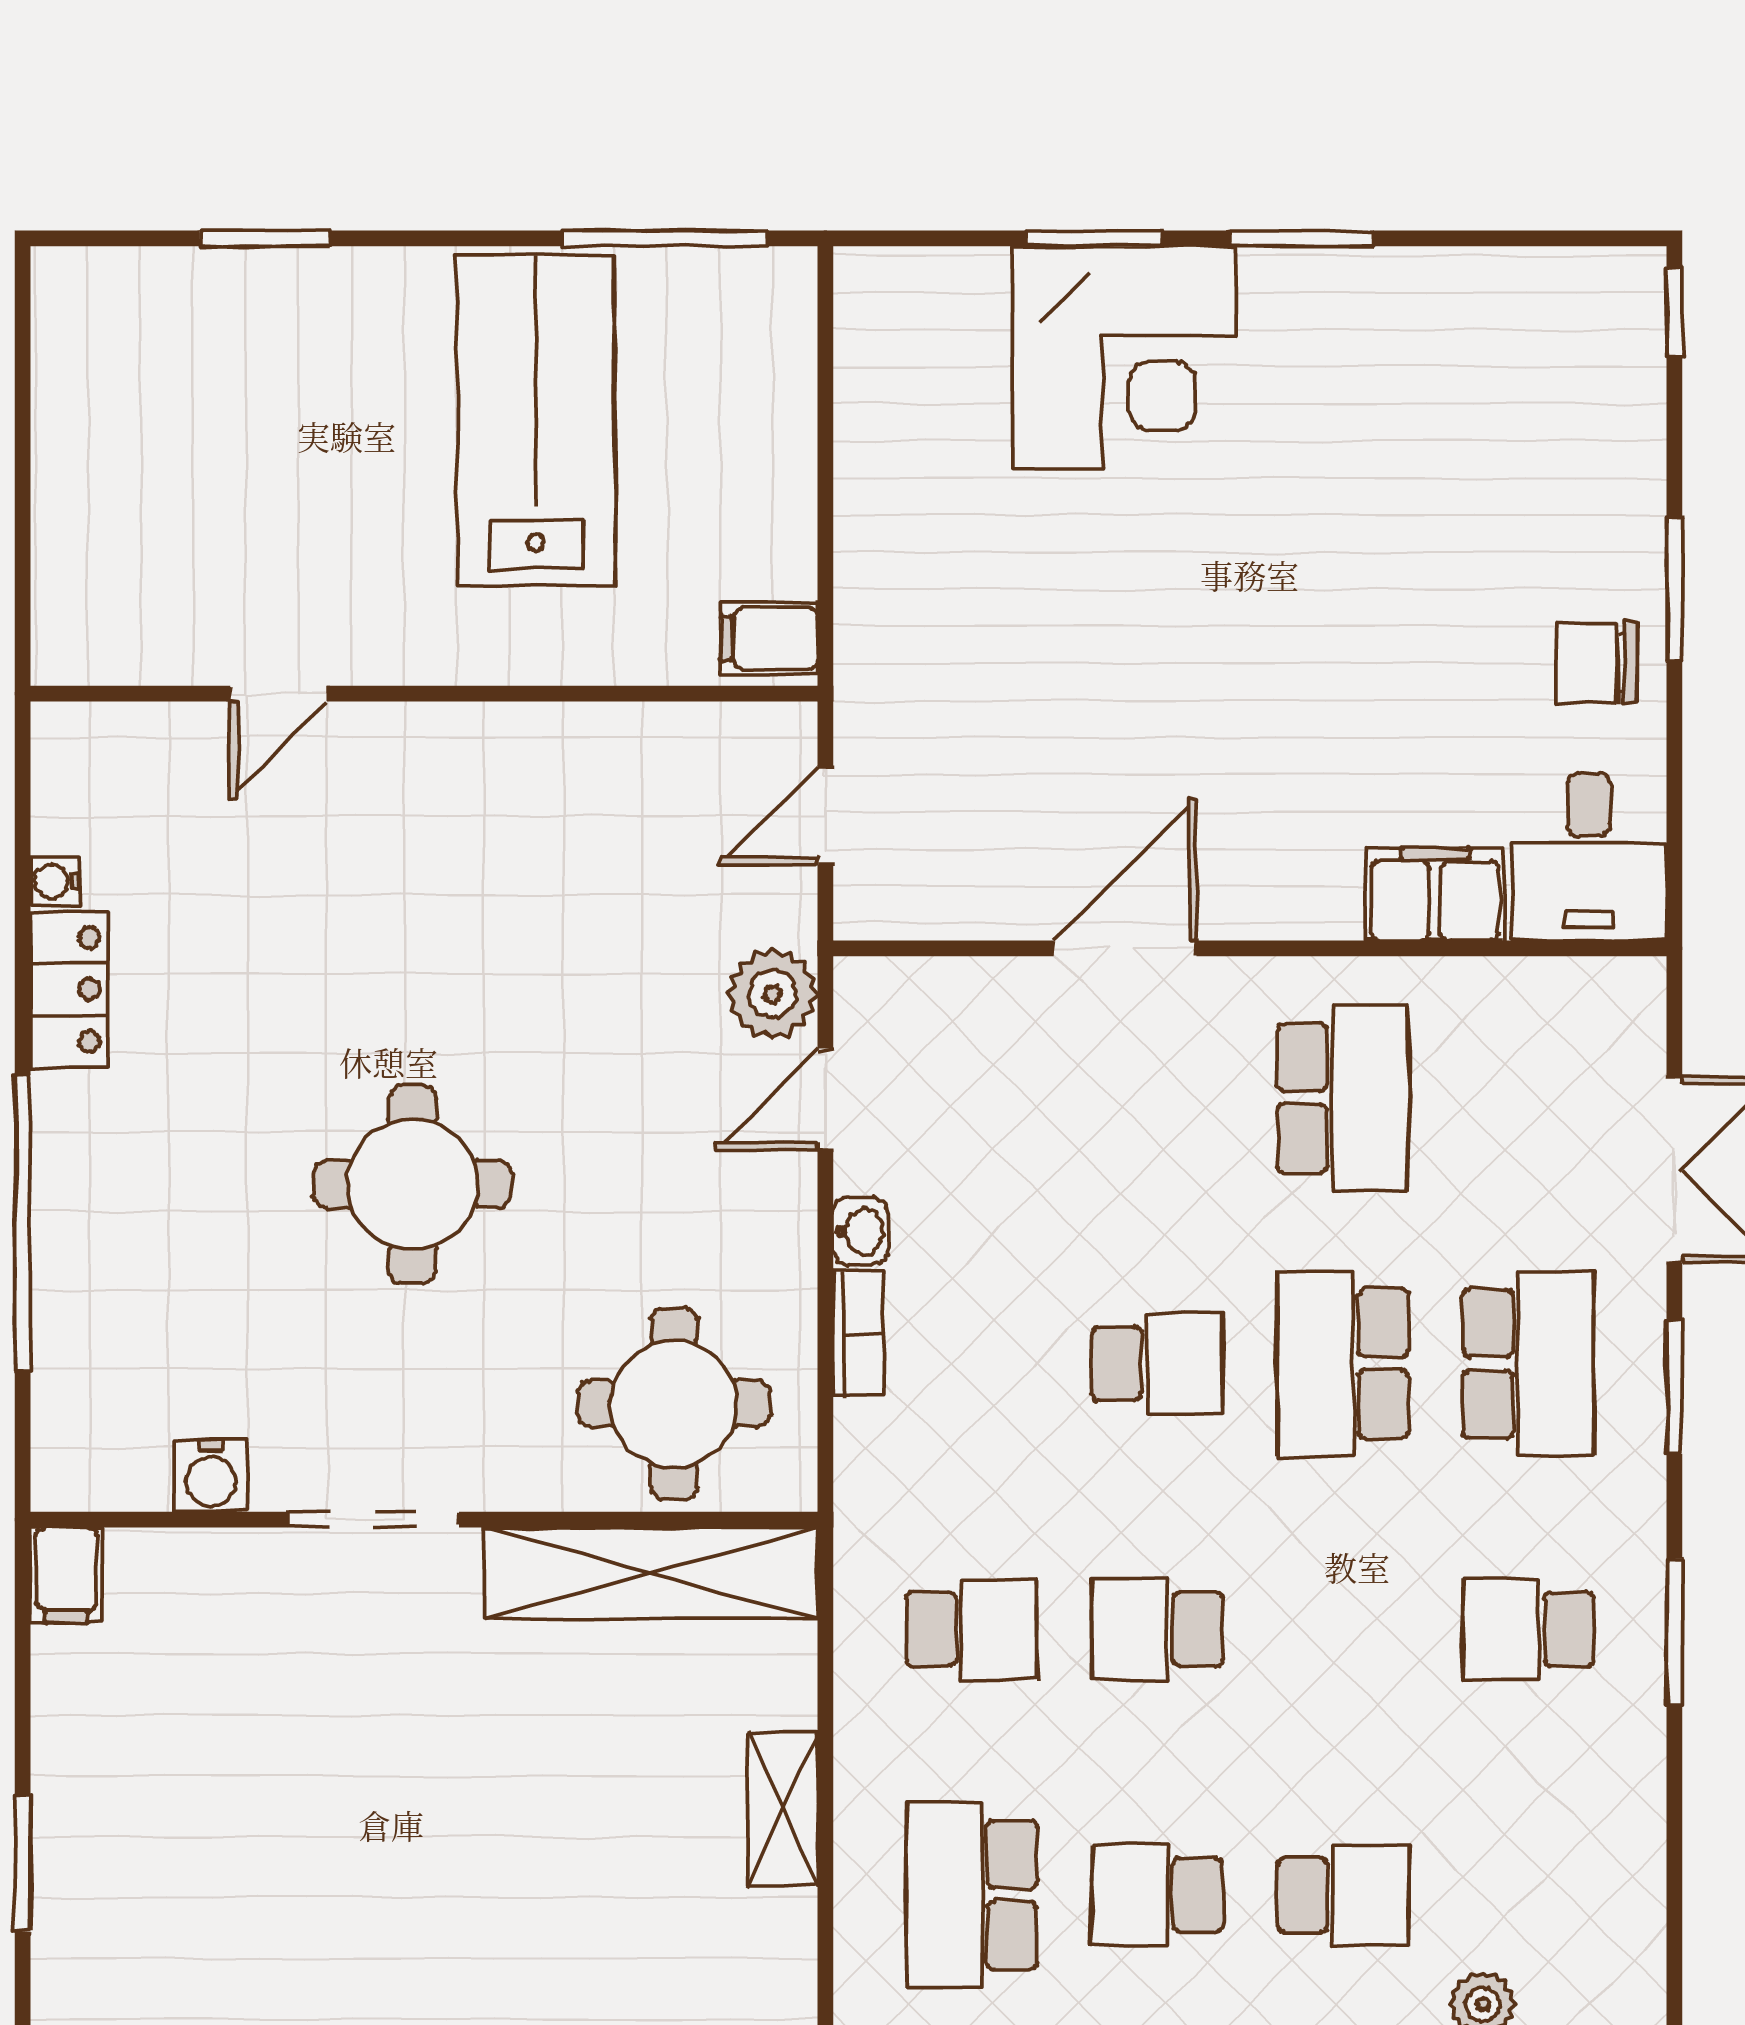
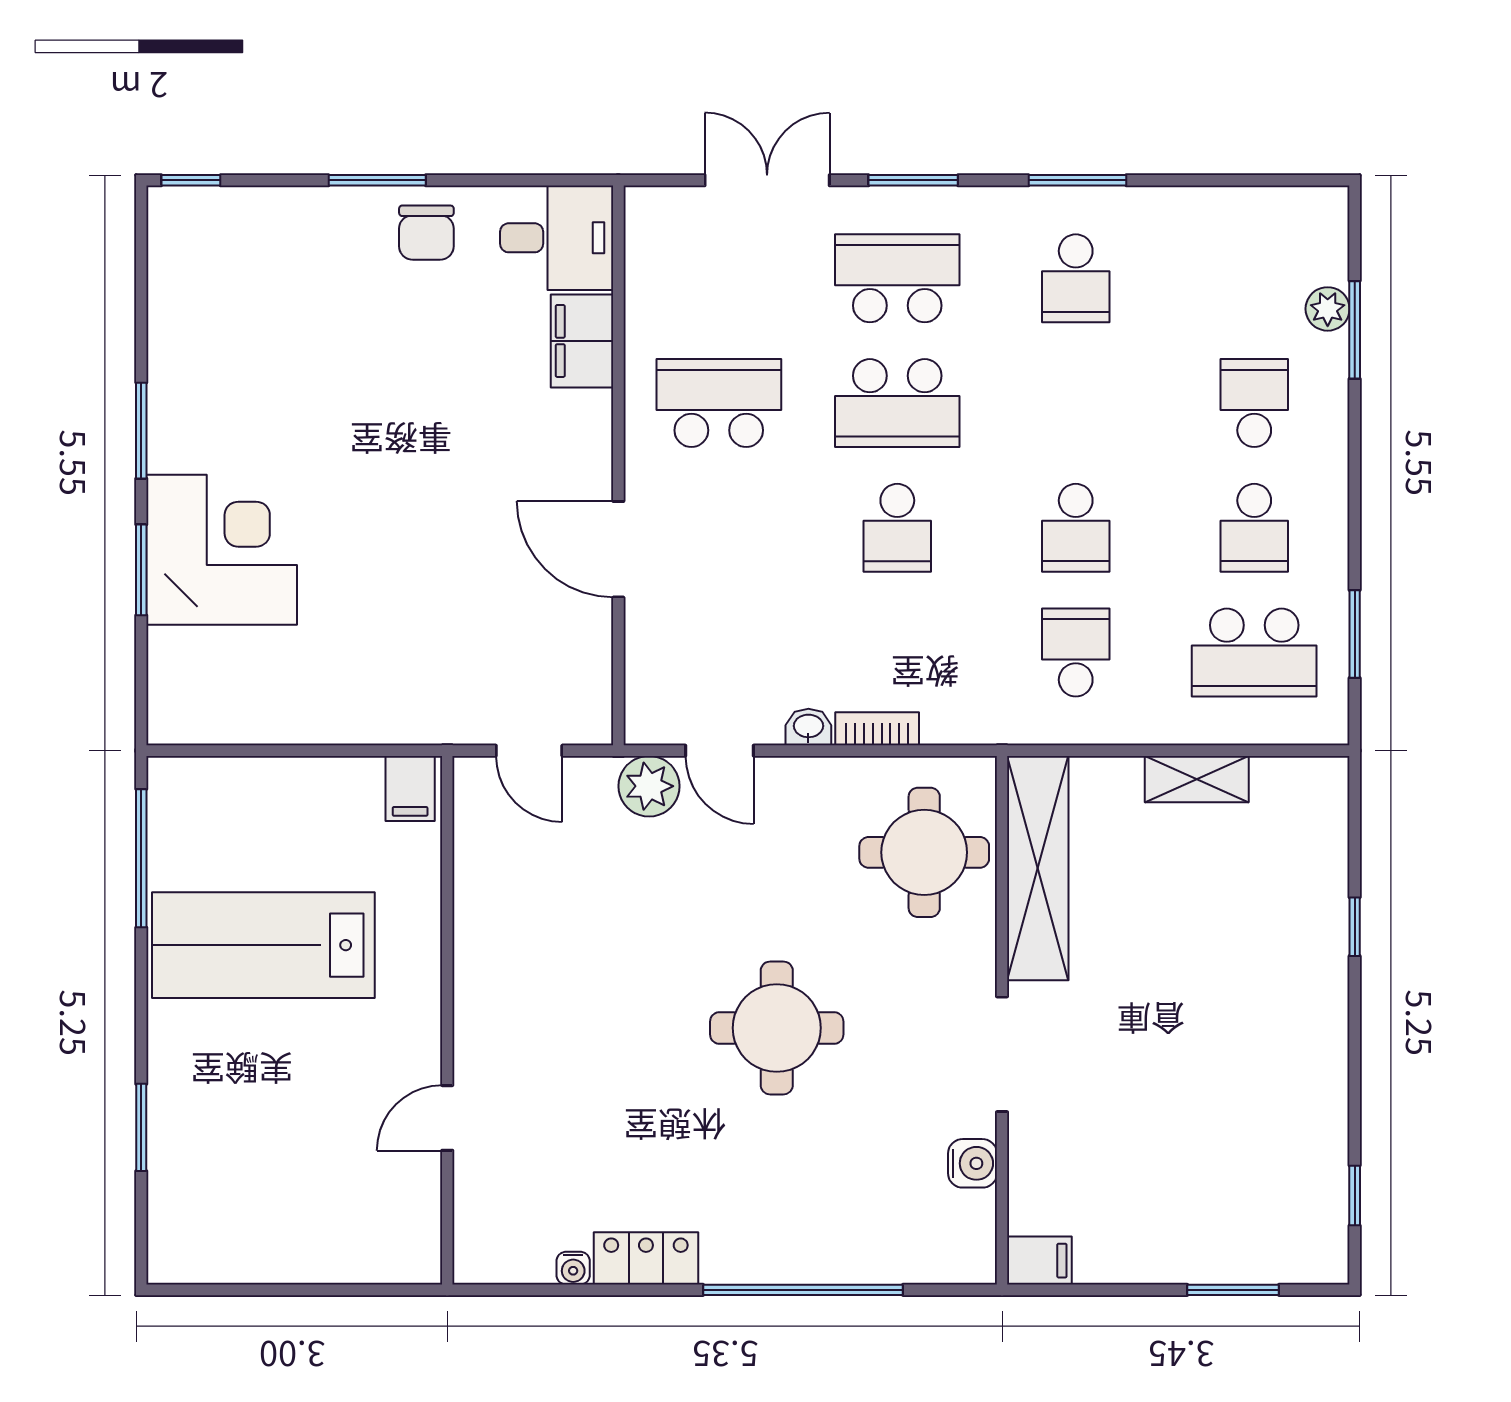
door: (279, 694) -> (447, 1118), swing flipped
school desk: (1157, 1364) -> (897, 528), turned 180

